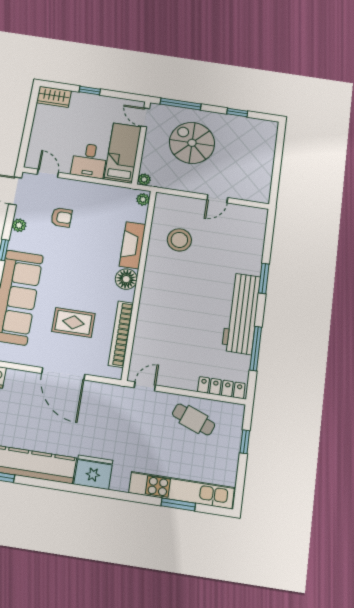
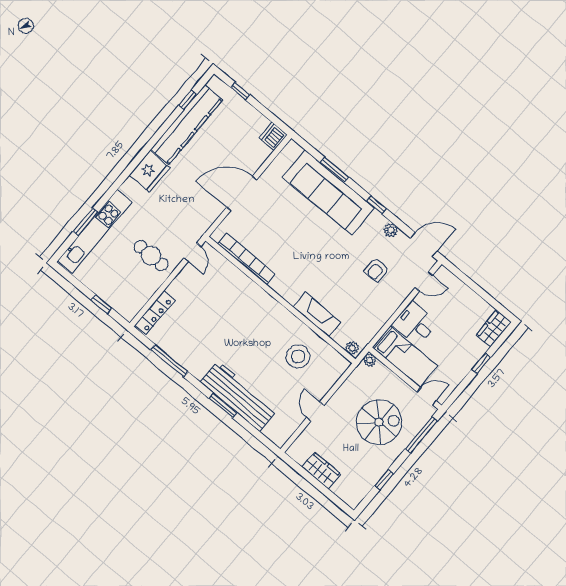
wardrobe: (264, 166) -> (321, 471), added
floor lamp: (126, 279) -> (290, 291), removed
workbench: (241, 313) -> (239, 396), moved
rug: (73, 322) -> (279, 226), removed
cafe table: (194, 419) -> (151, 256), moved, turned 69

